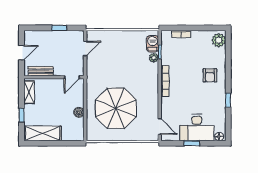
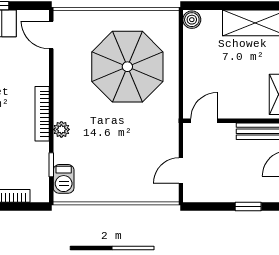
window: (59, 28) -> (248, 206), moved
plant: (154, 58) -> (61, 129), moved
boiler: (79, 112) -> (192, 20), moved

